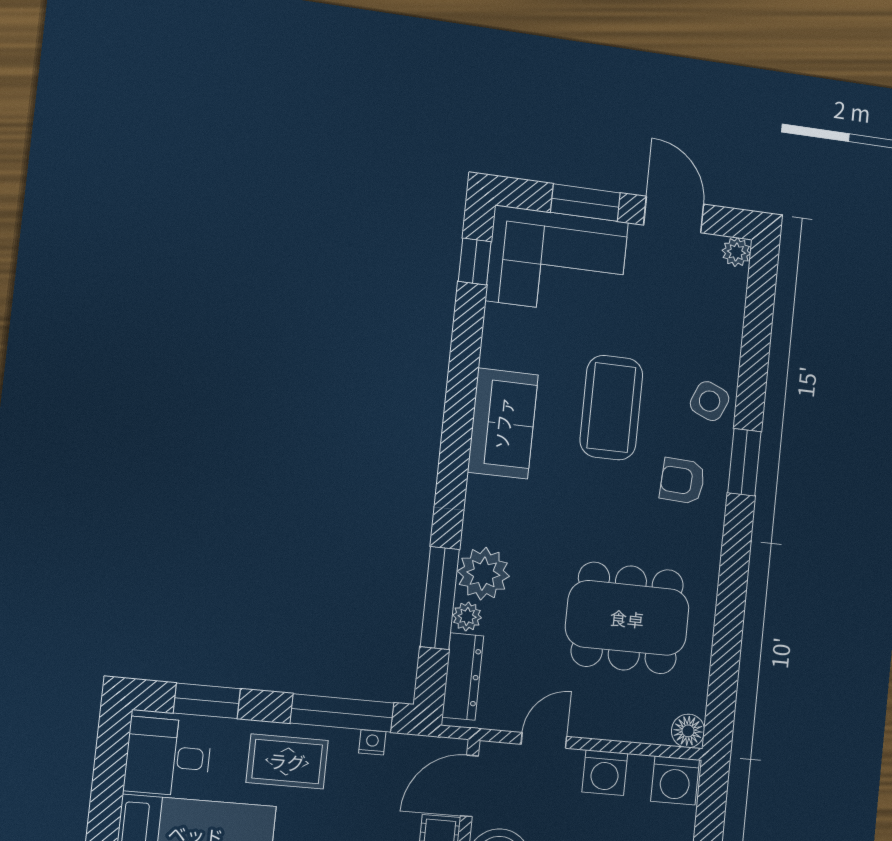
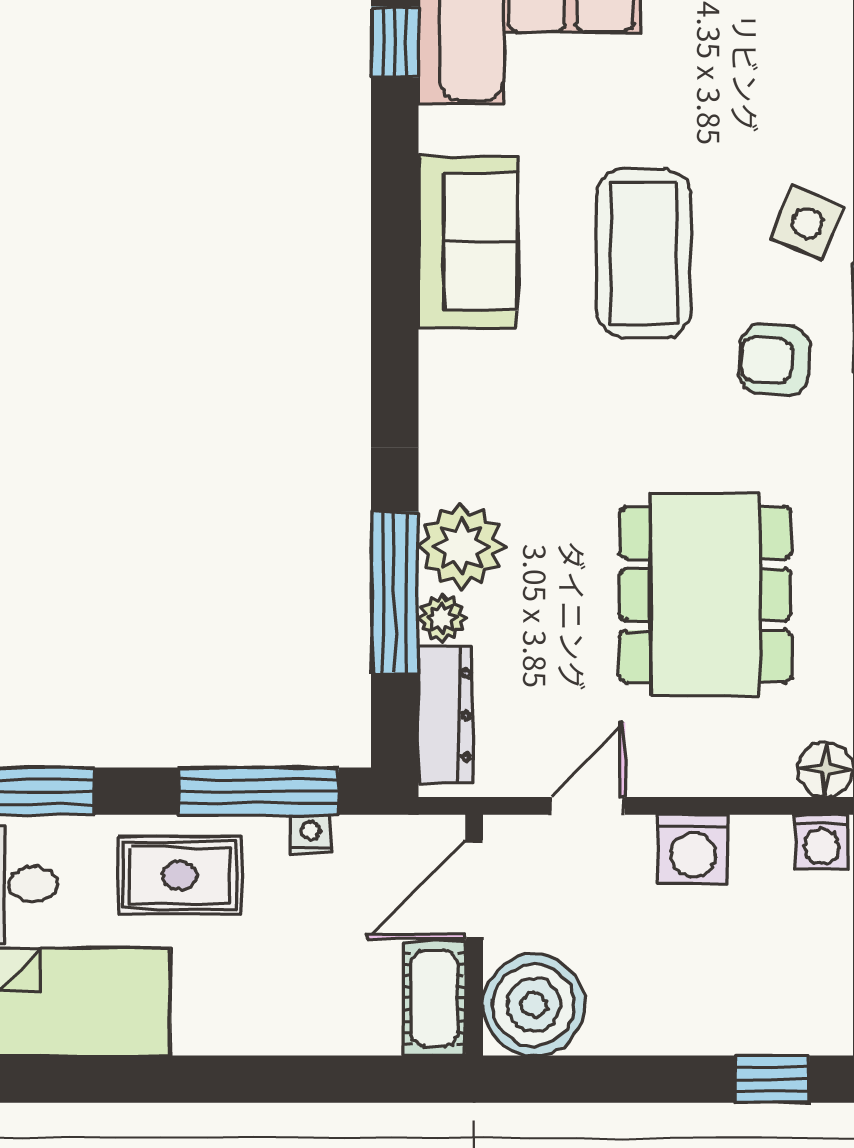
sofa: (503, 423) -> (468, 242), moved
dining table: (627, 618) -> (705, 594), turned 90
washing machine: (675, 780) -> (822, 842), width x0.73, depth x0.73

